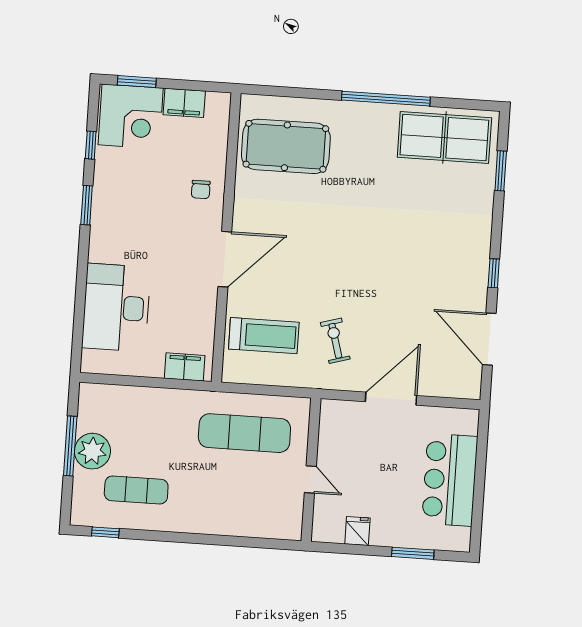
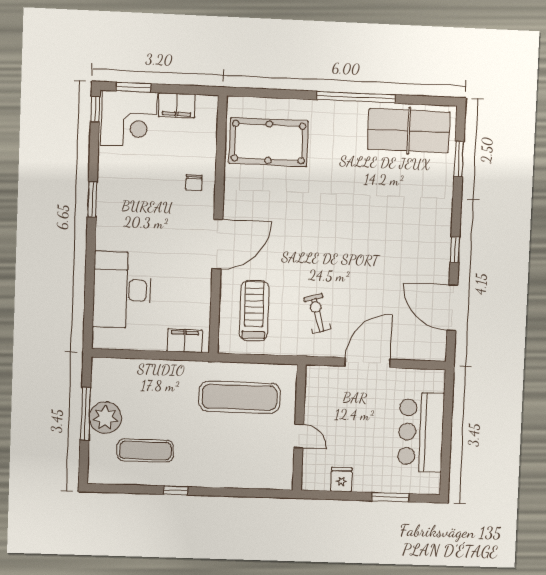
window: (91, 145) -> (95, 109), moved
treadmill: (264, 336) -> (254, 311), turned -90
window: (105, 532) -> (176, 490), moved

